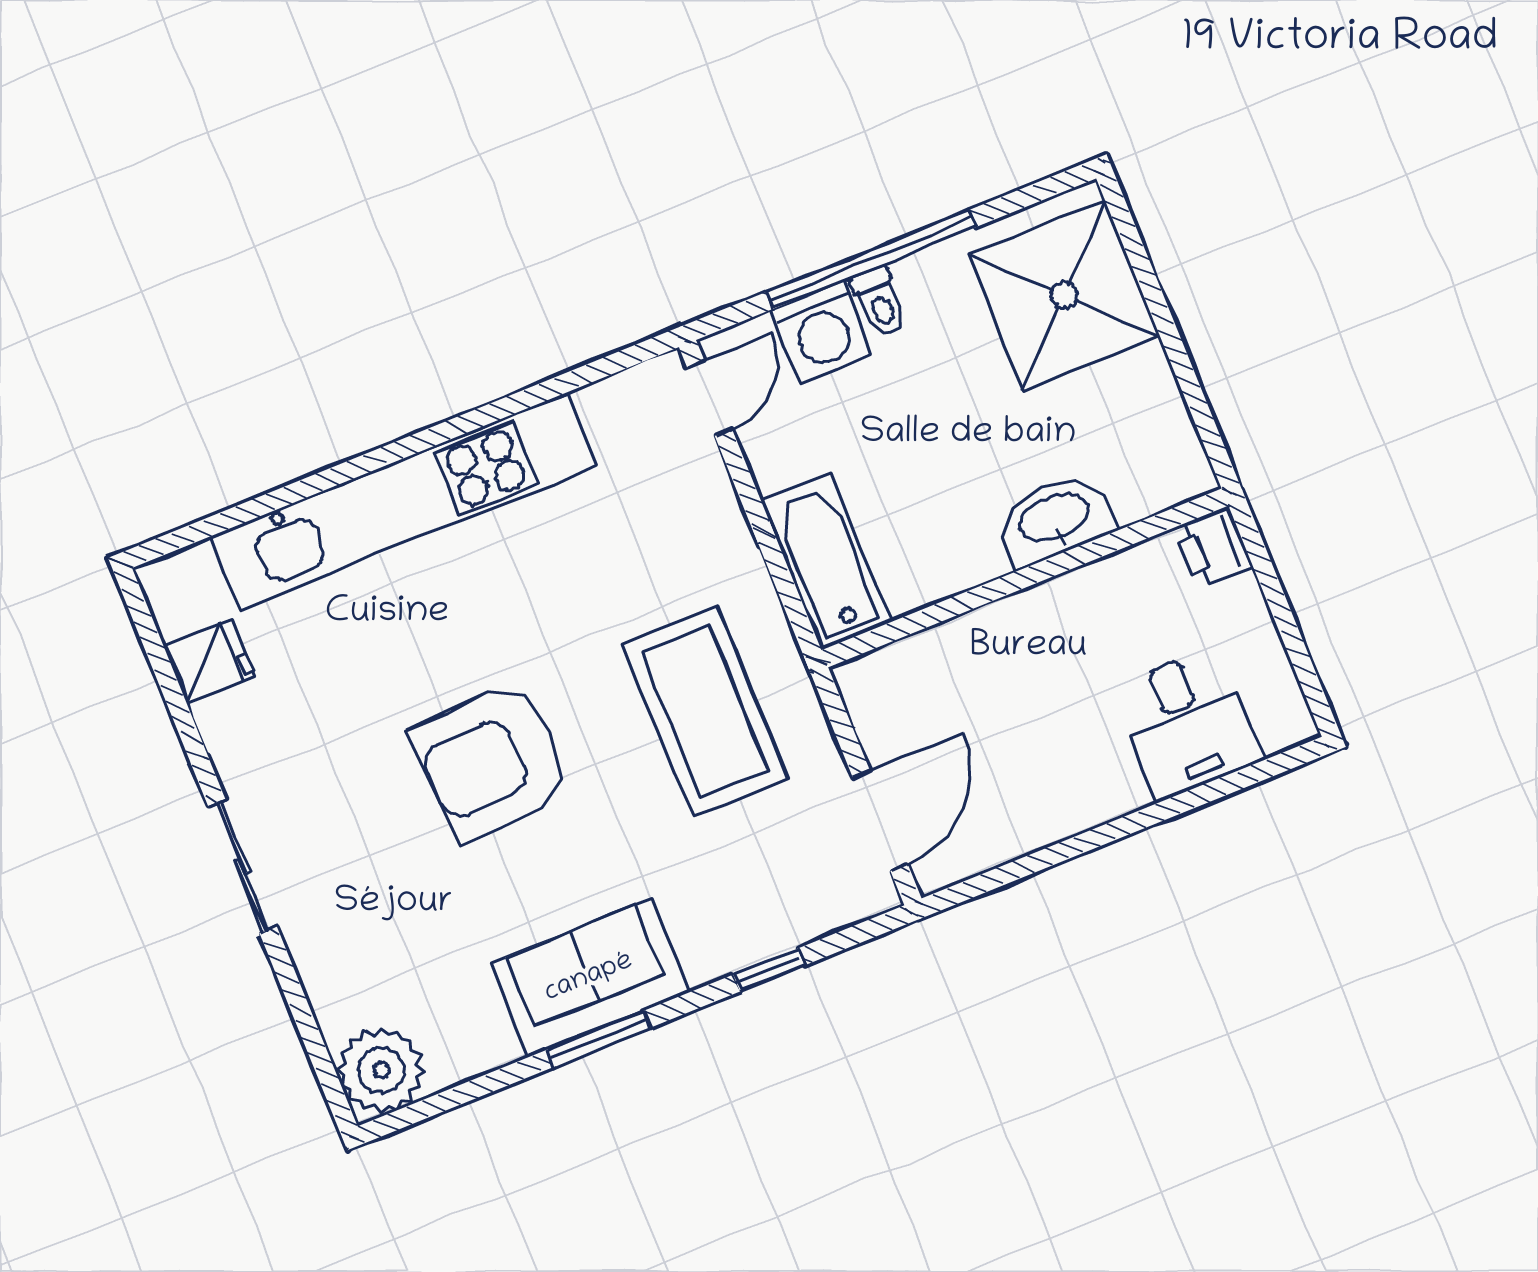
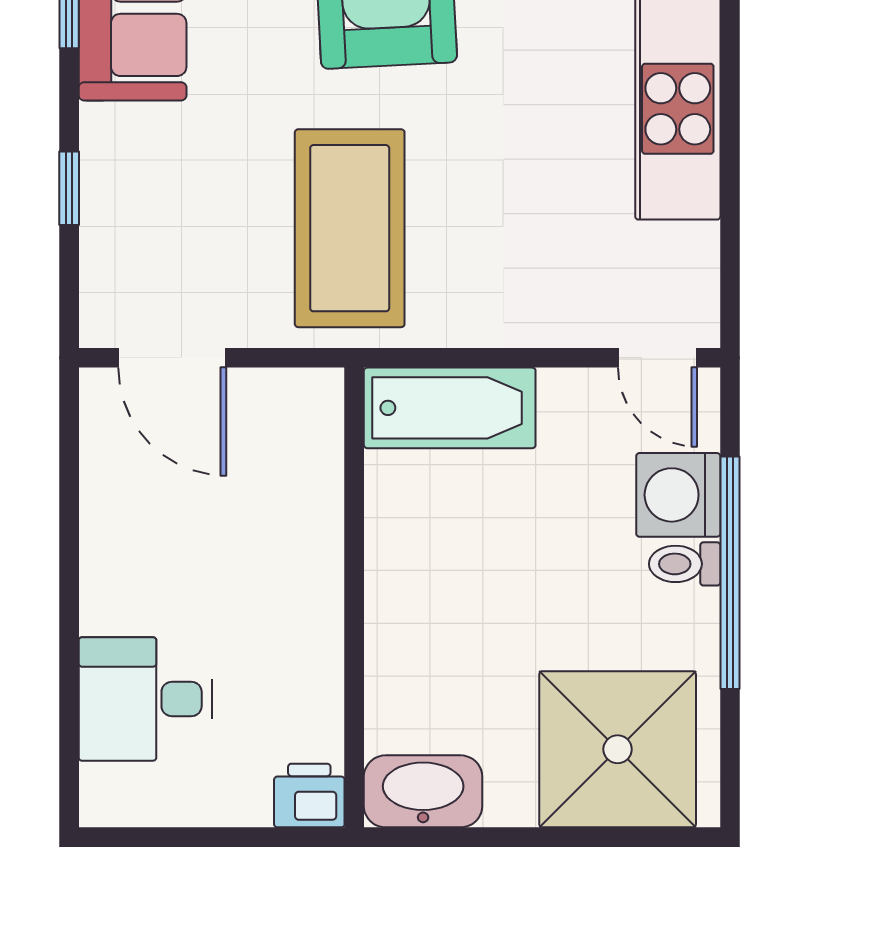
washbasin: (1055, 519) -> (423, 791), moved, turned -90
coffee table: (705, 712) -> (350, 228), turned 90

